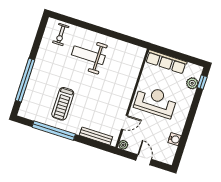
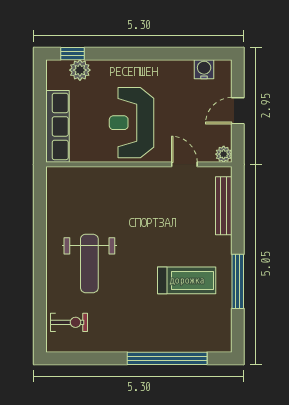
window: (54, 131) -> (238, 281), width x0.68
water cooler: (175, 139) -> (204, 69), moved

